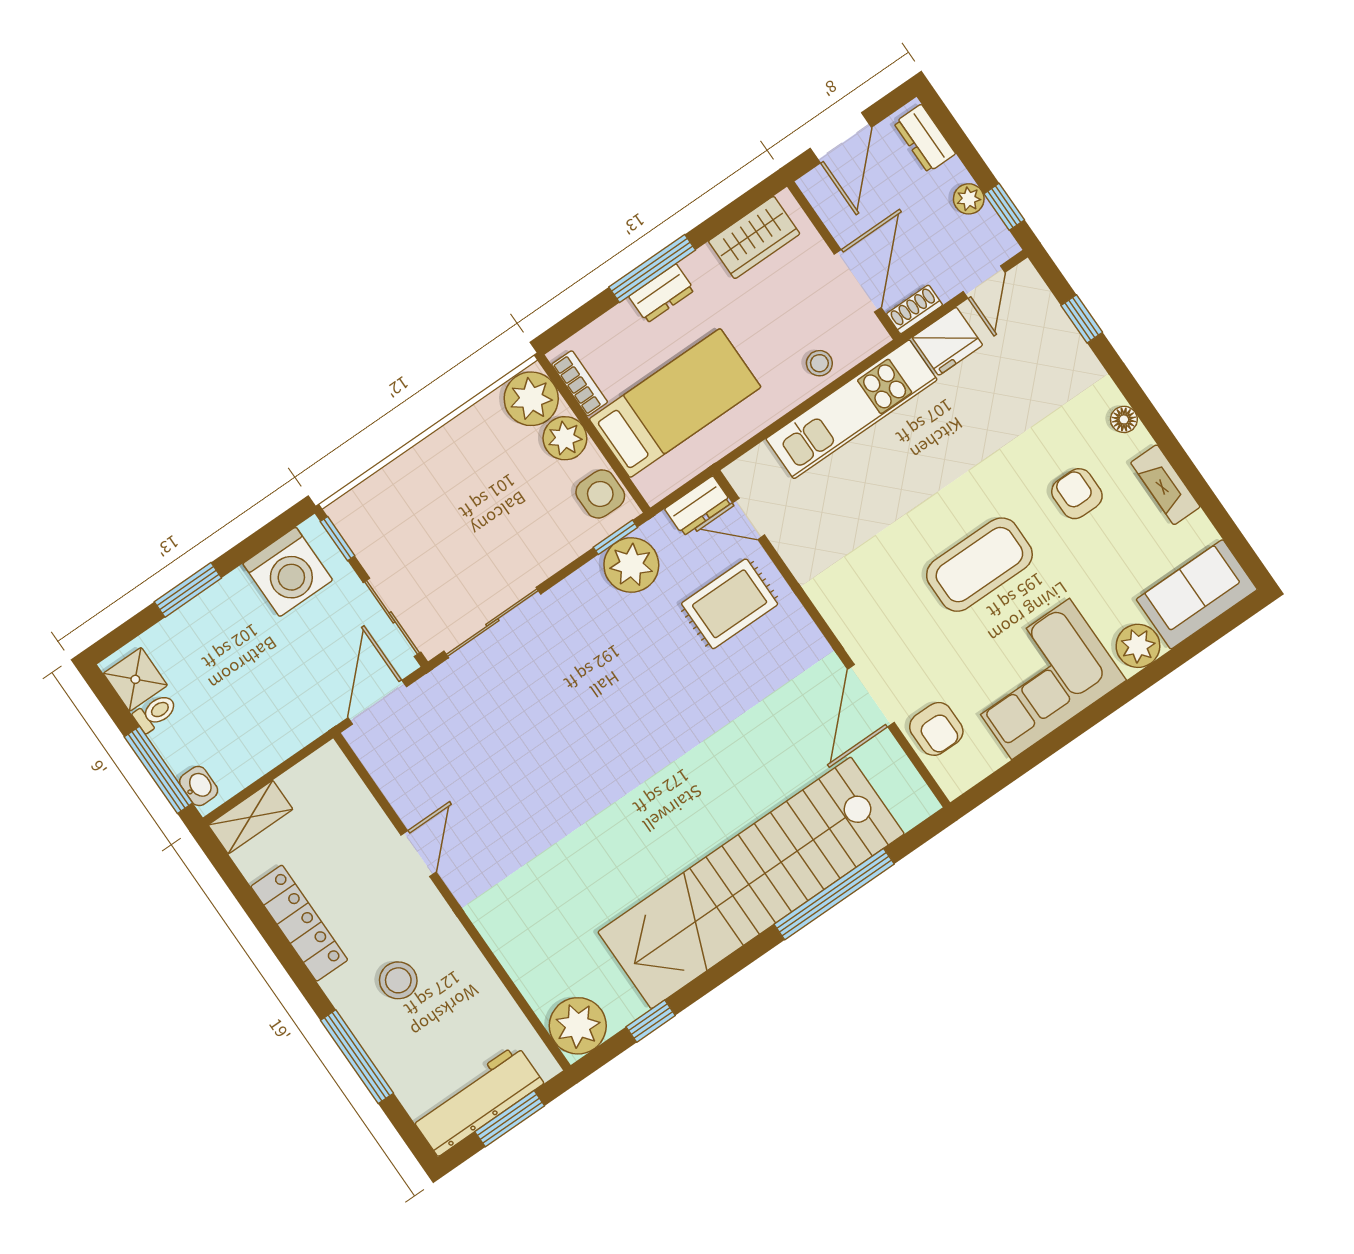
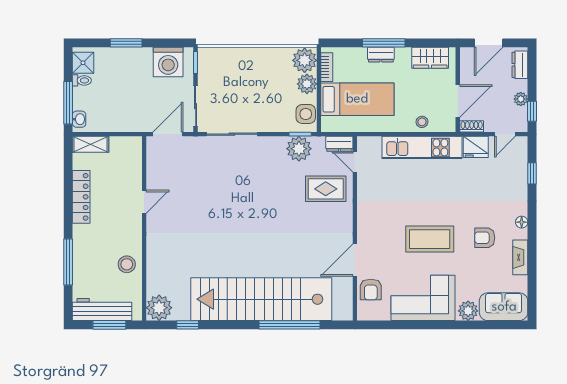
armchair: (1077, 494) -> (485, 238), turned -90
stool: (398, 980) -> (127, 264), moved

